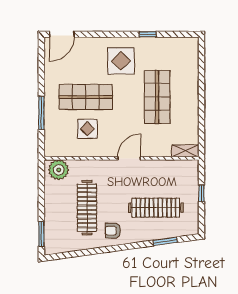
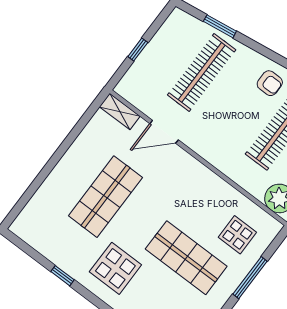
display table: (87, 129) -> (237, 235), moved
door: (129, 158) -> (164, 132), moved
clothes rail: (156, 208) -> (202, 72), turned 90

